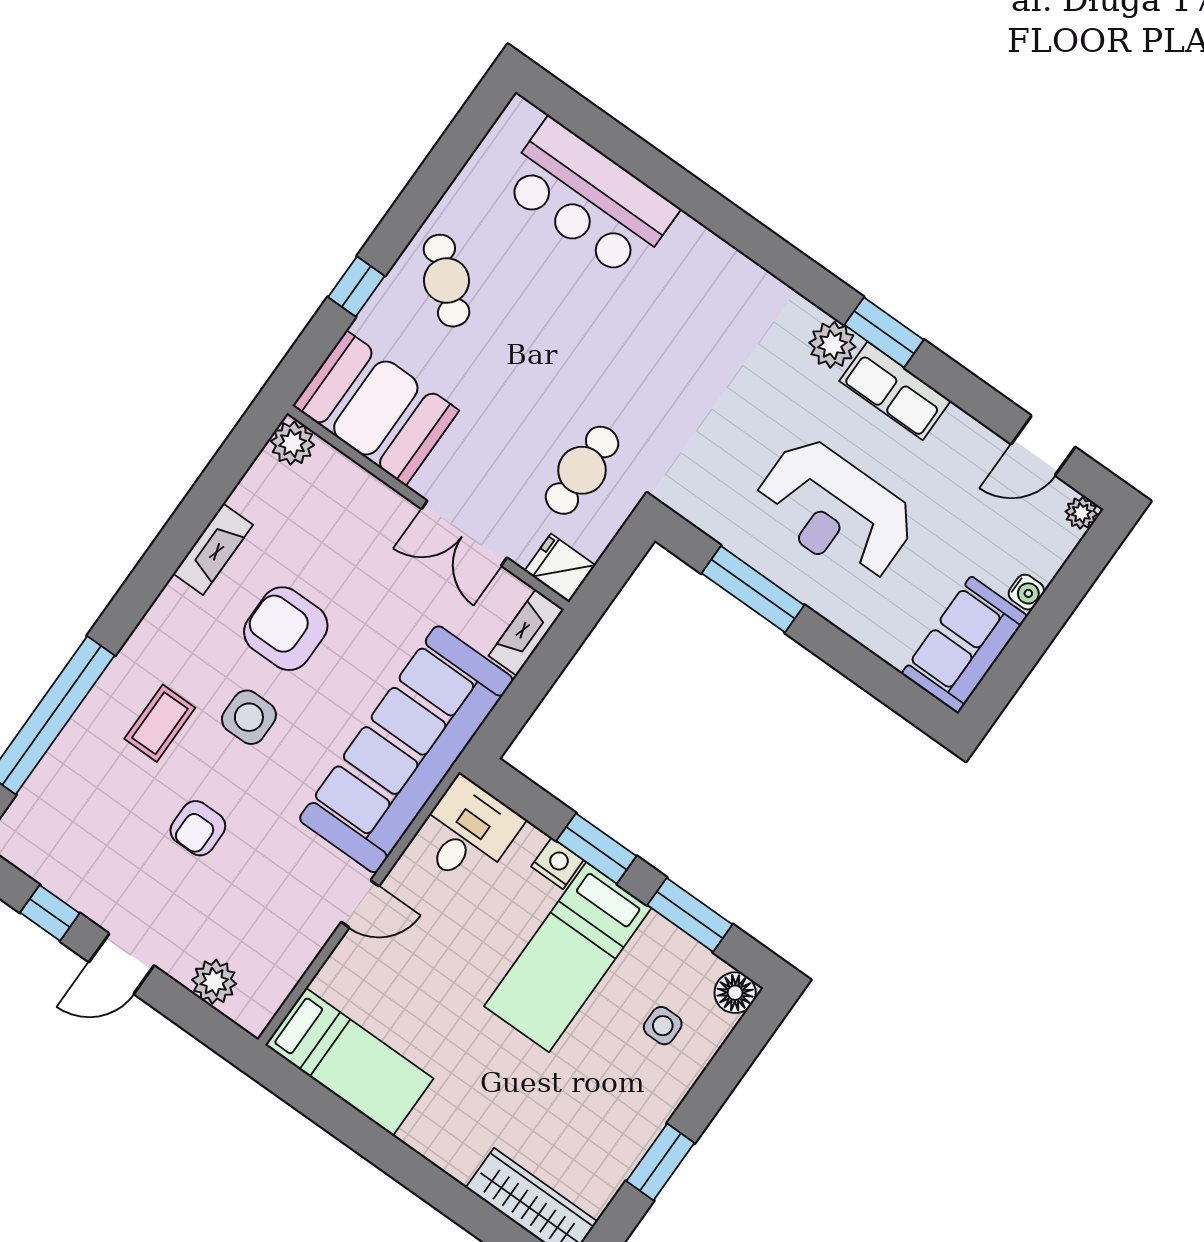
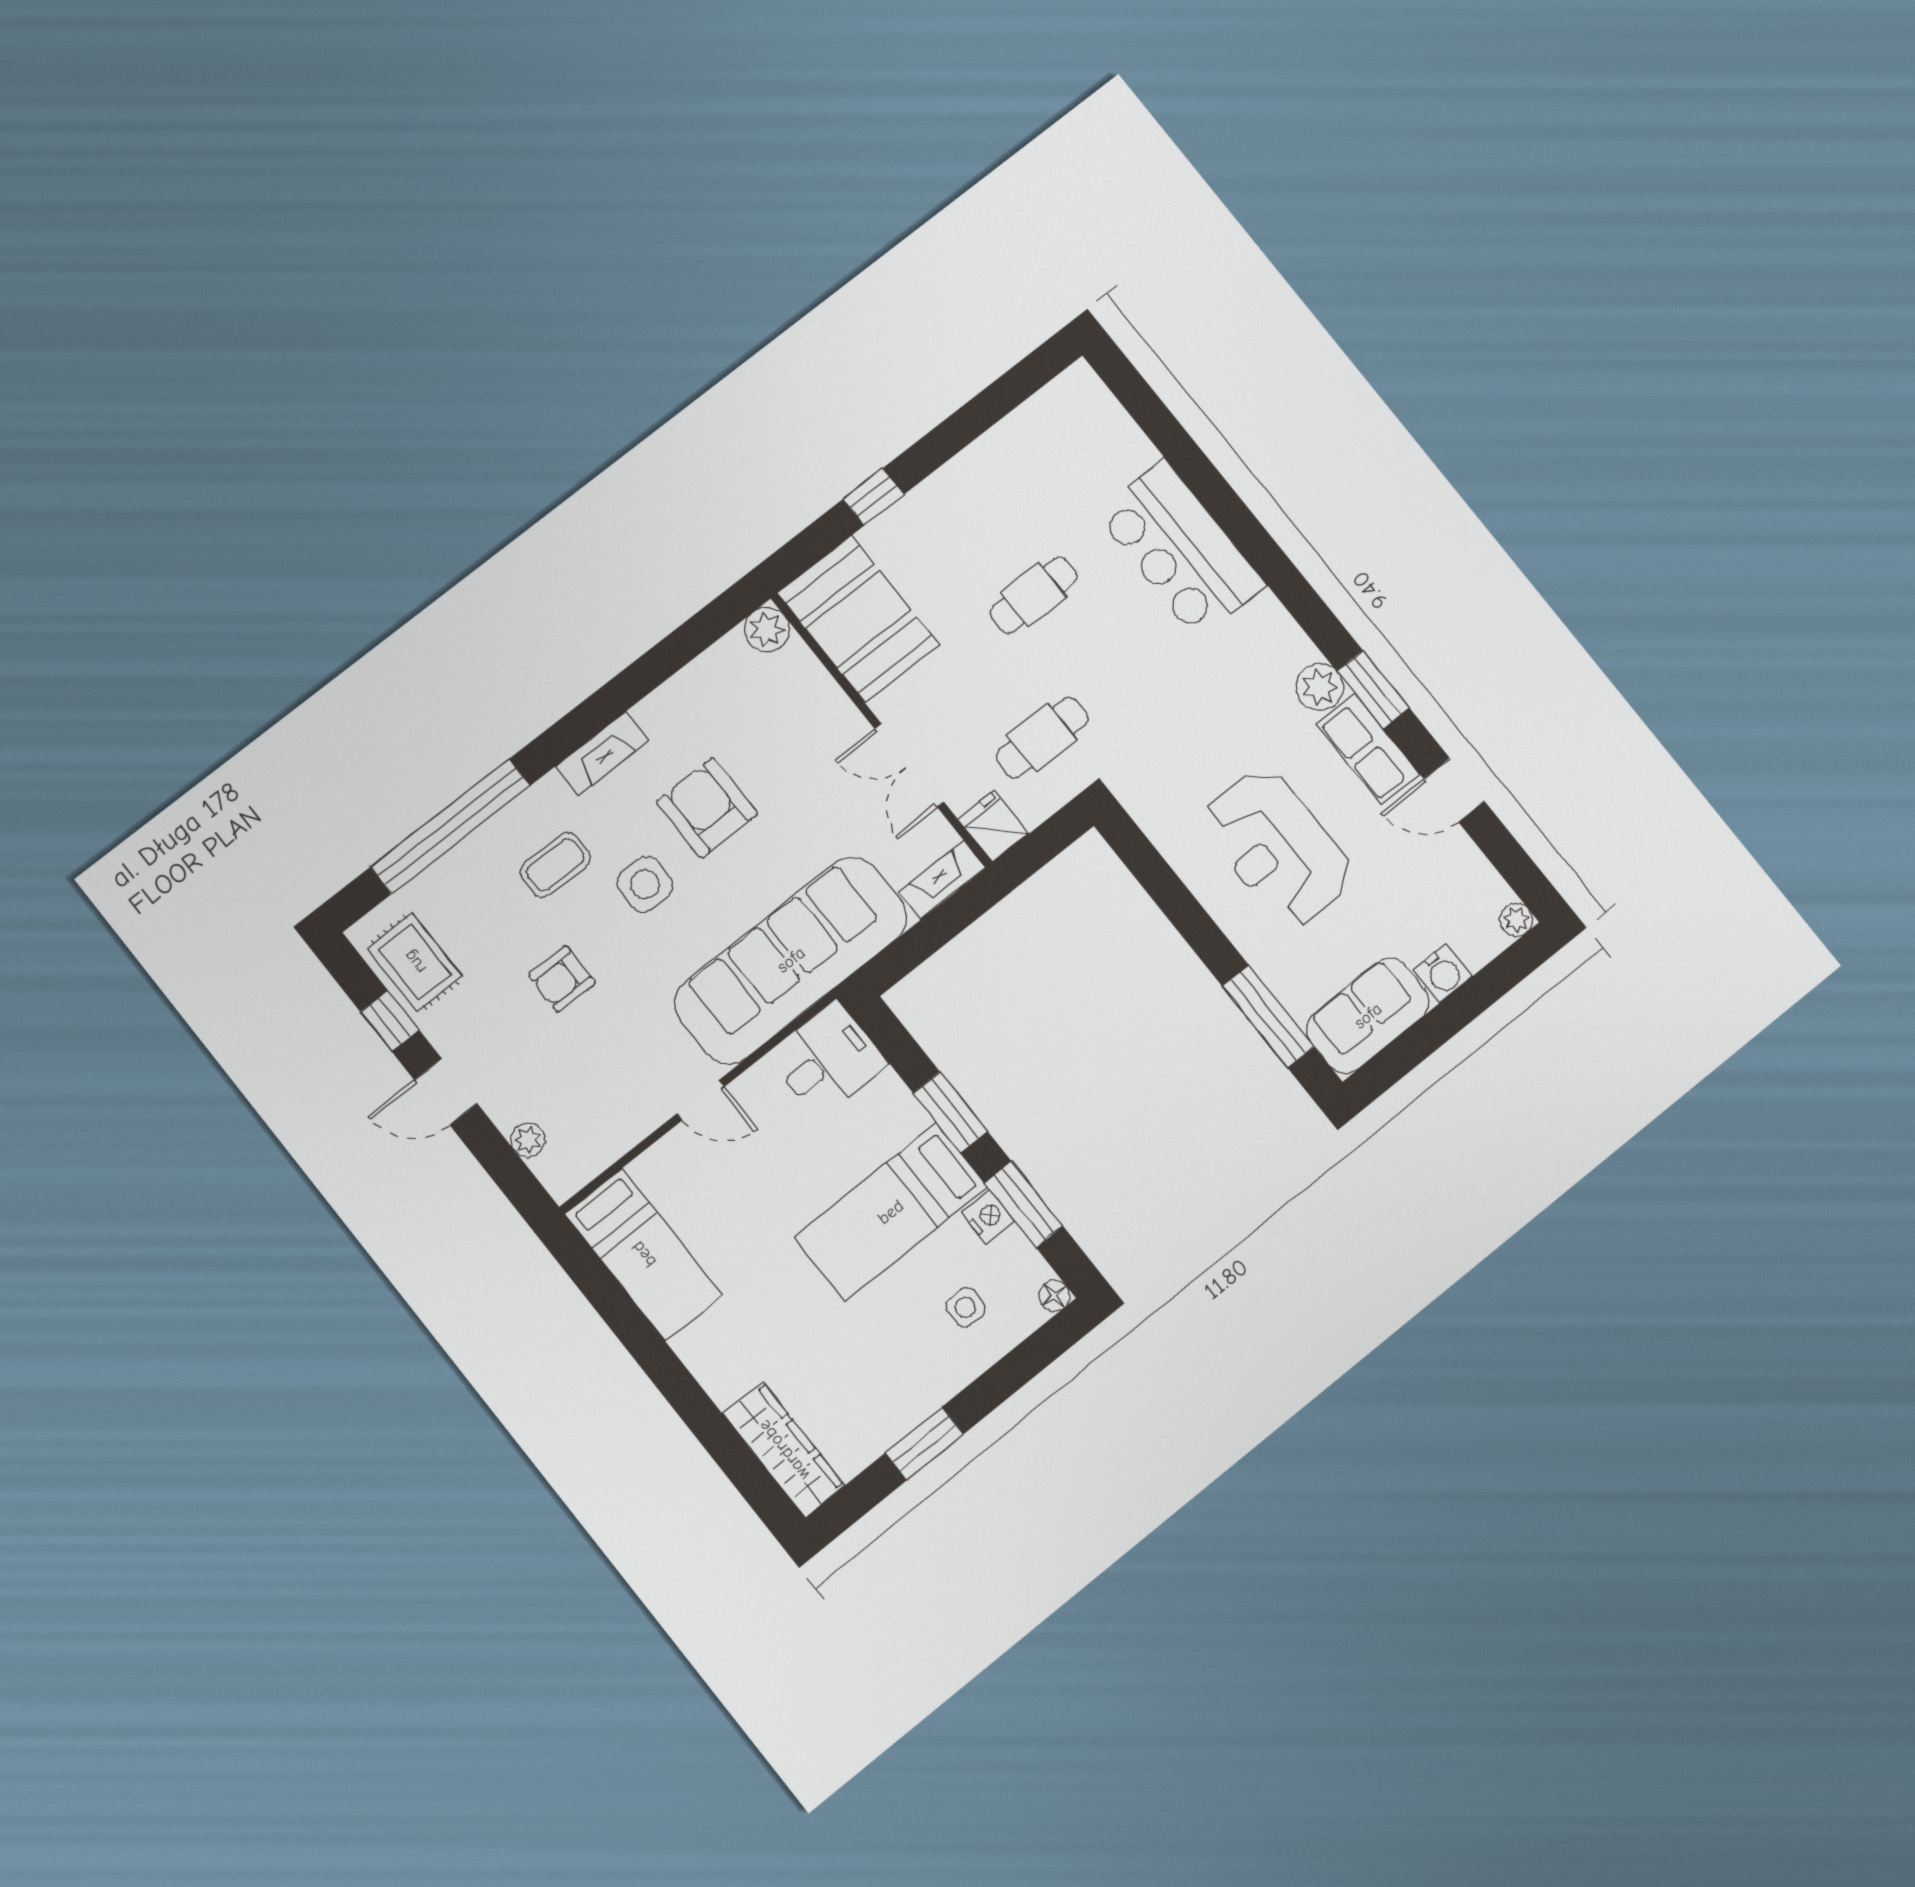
bar counter: (589, 199) -> (1181, 549), moved
cafe table: (447, 281) -> (1034, 595), moved, turned 48
door: (1043, 446) -> (1454, 790), moved
fireplace: (213, 549) -> (602, 753), moved
window: (753, 589) -> (1268, 1016), moved
water cooler: (1026, 592) -> (1443, 973), width x1.38, depth x1.38
rug: (57, 852) -> (415, 962), added
nightstand: (557, 863) -> (988, 1217), moved
plant: (214, 982) -> (528, 1140), width x0.73, depth x0.73
floor lamp: (735, 993) -> (1054, 1296), width x0.73, depth x0.73

